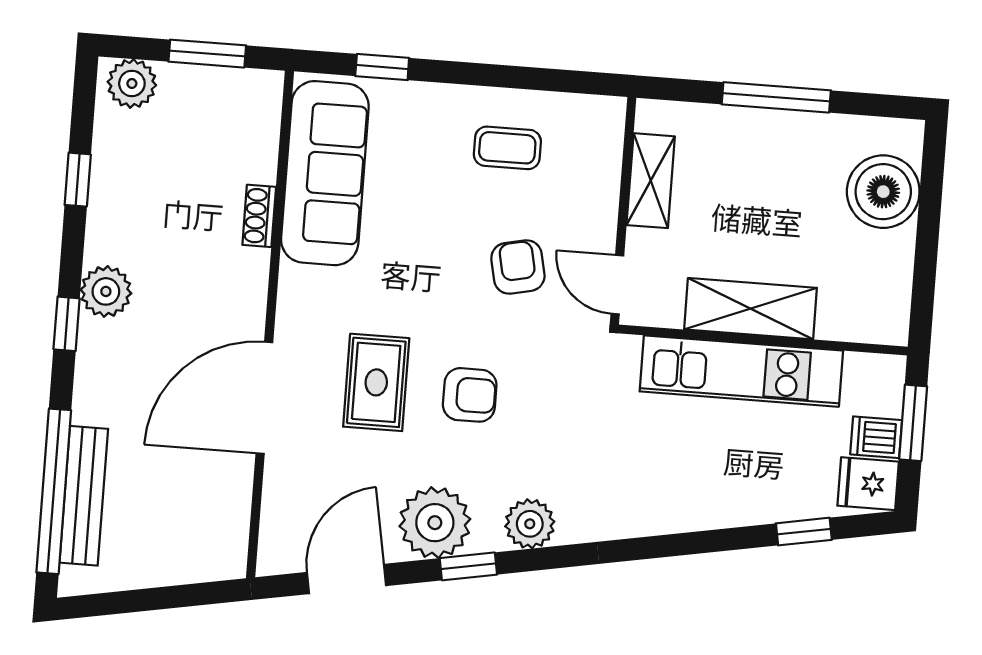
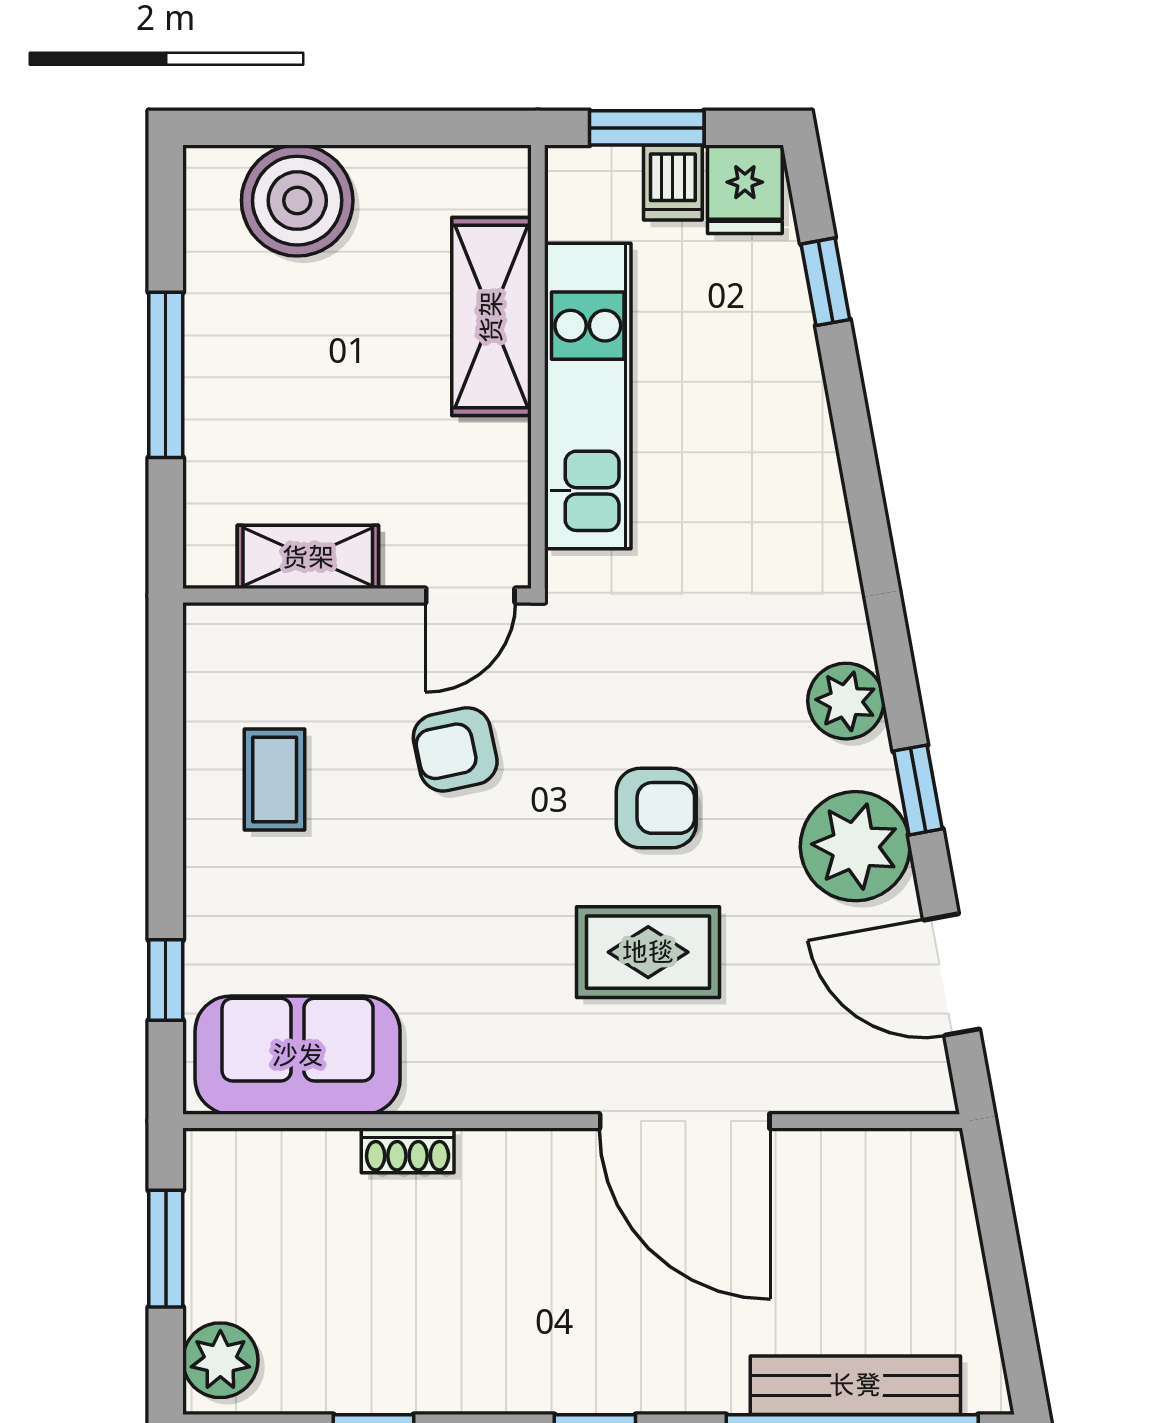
sofa: (325, 173) -> (298, 1055), width x0.73
plant: (106, 291) -> (541, 1376), removed
shelving: (751, 309) -> (491, 317), moved
armchair: (470, 395) -> (656, 808), turned 90

